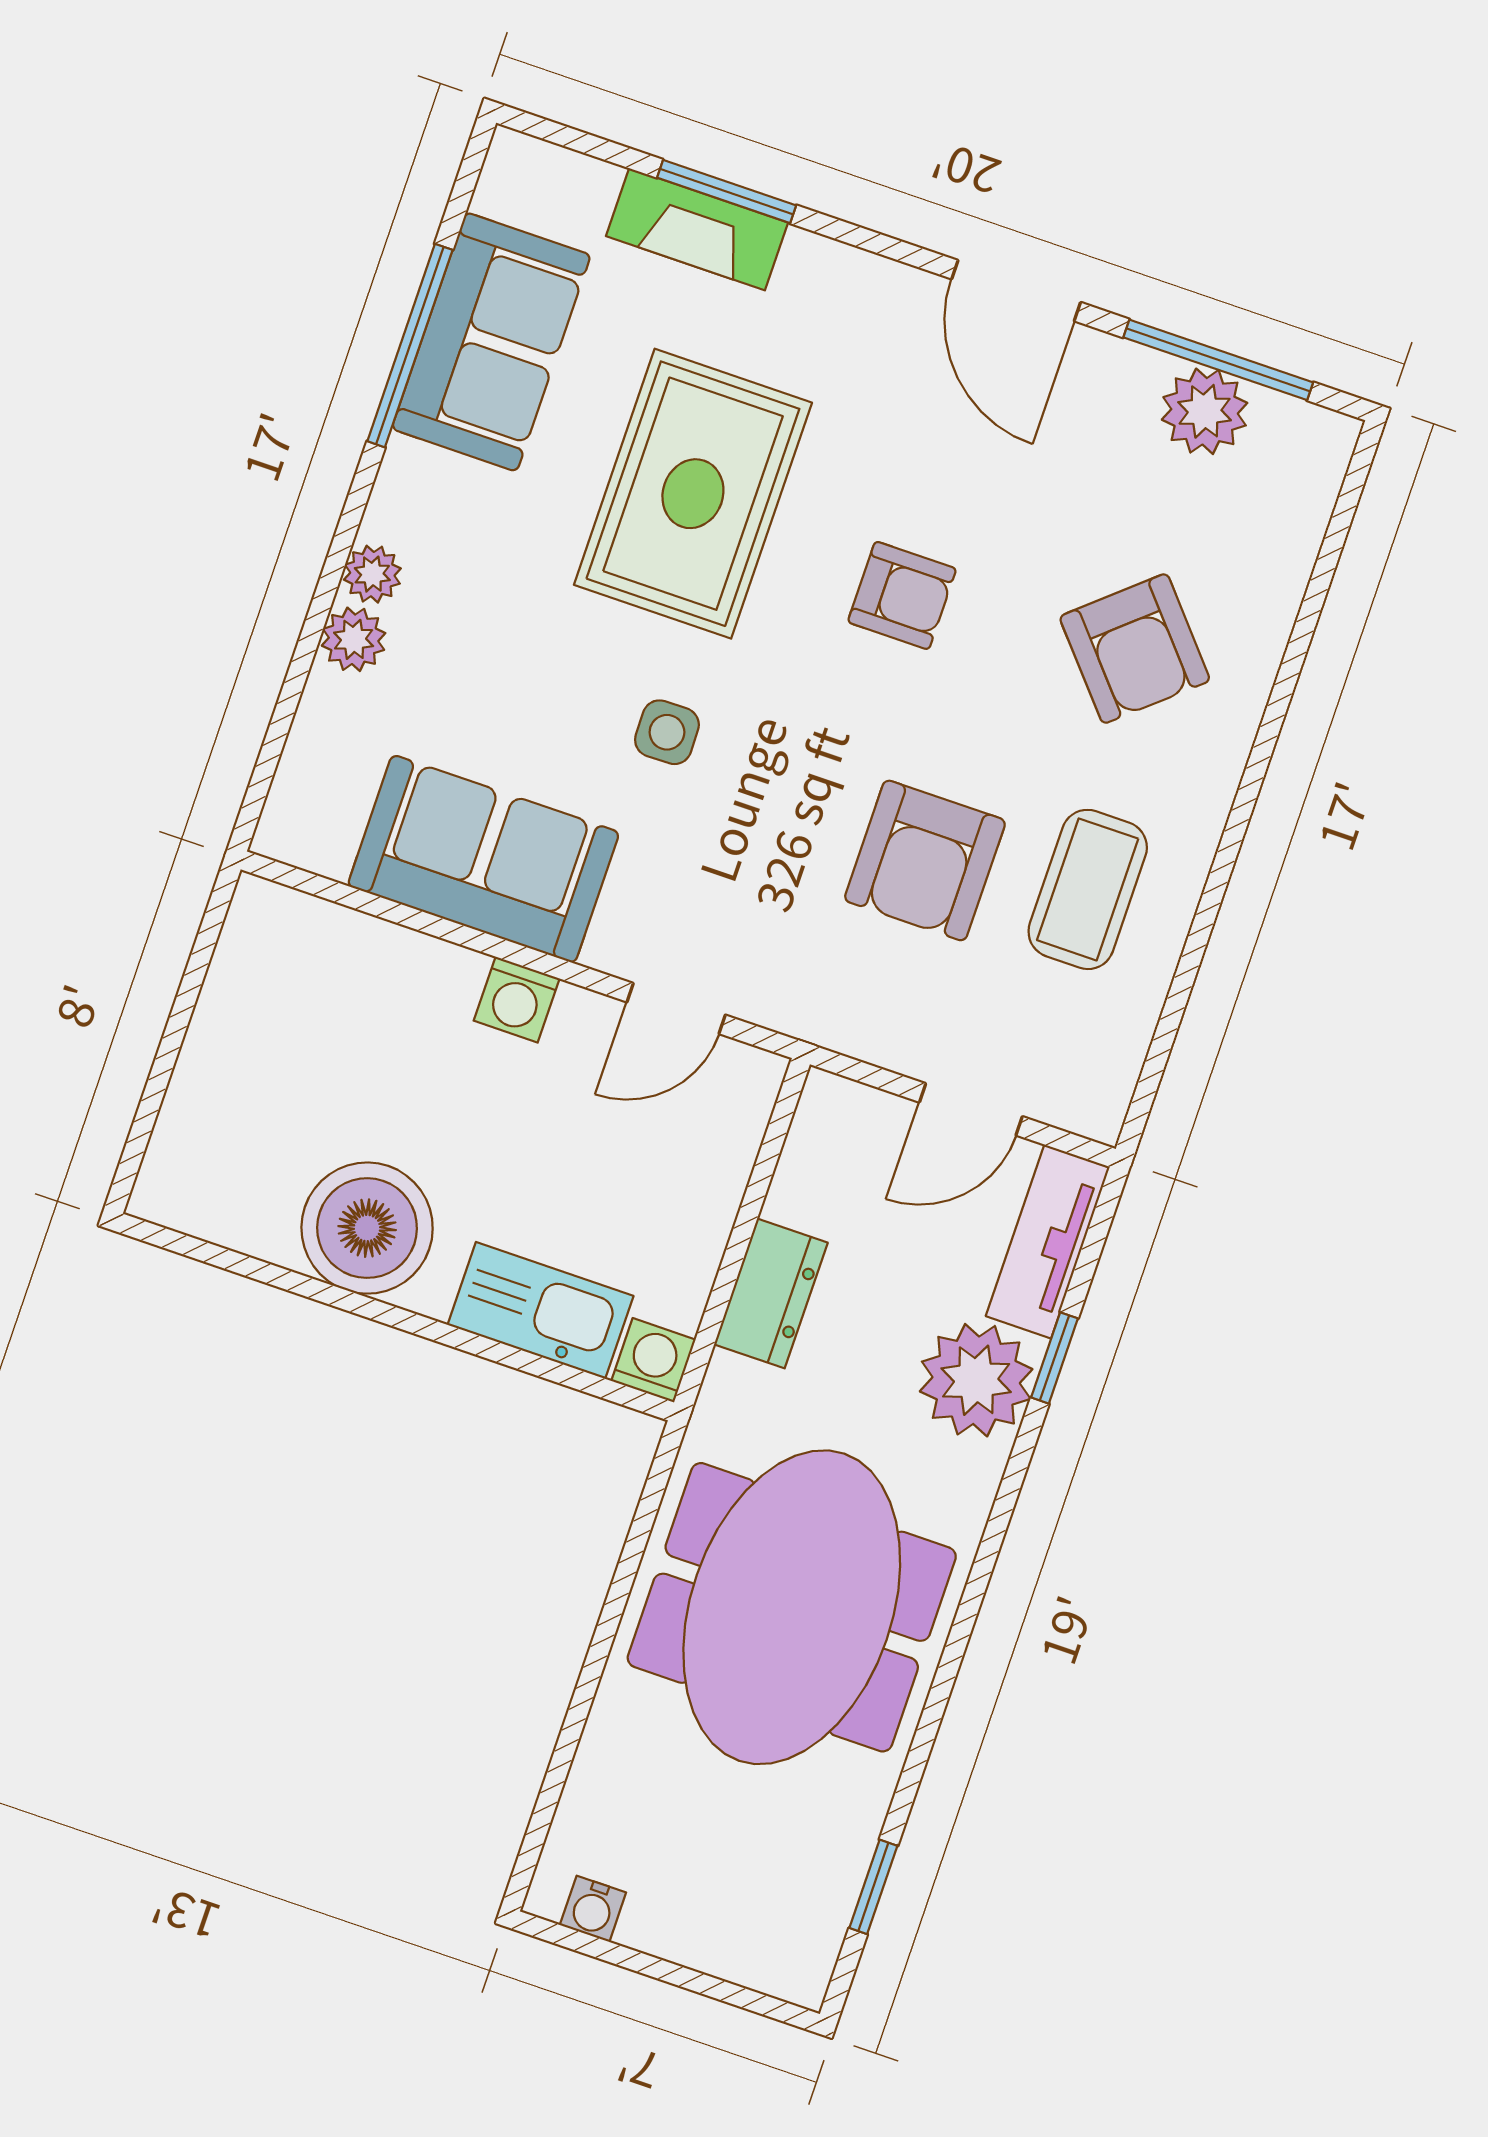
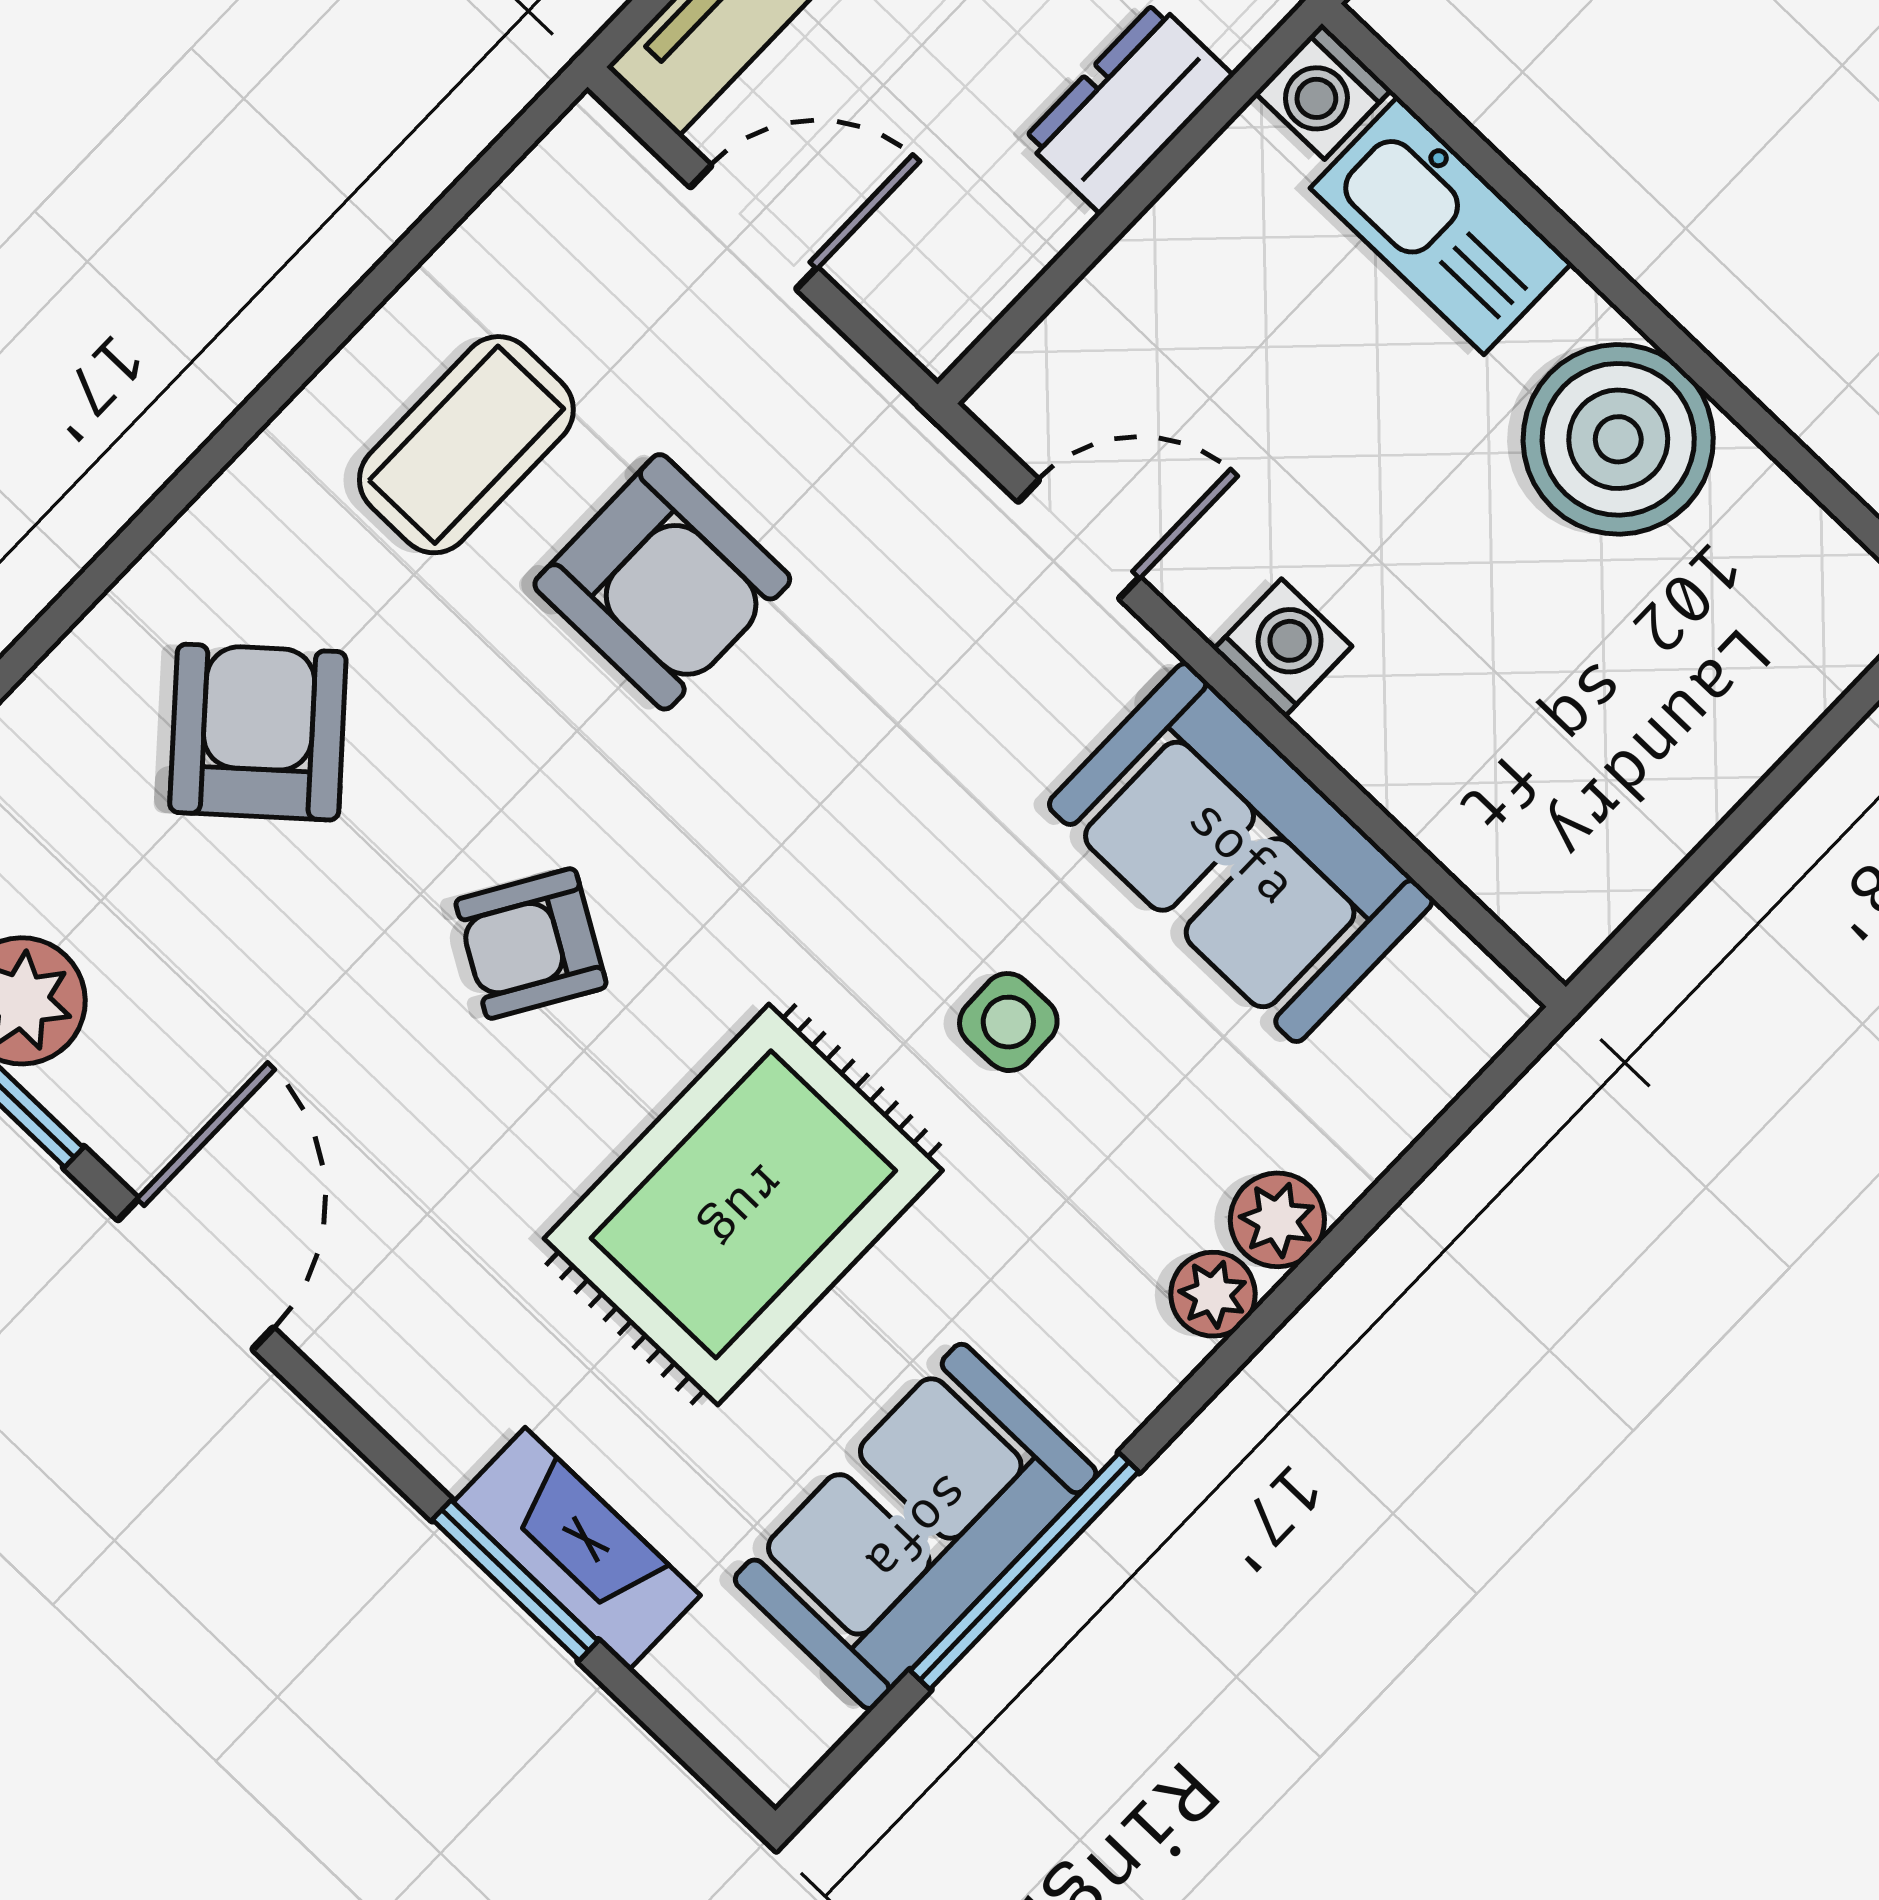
armchair: (902, 595) -> (531, 944), turned -59
side table: (667, 732) -> (1008, 1022), moved
armchair: (925, 860) -> (662, 582), turned 90

